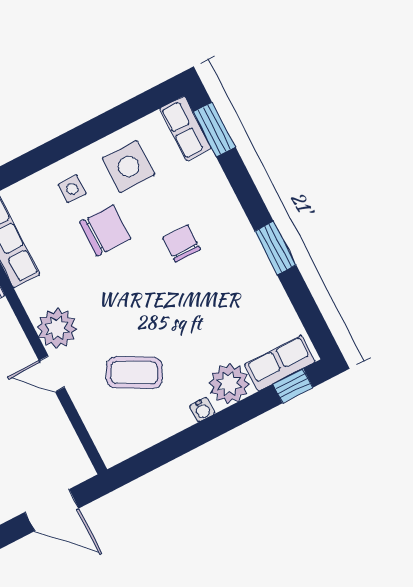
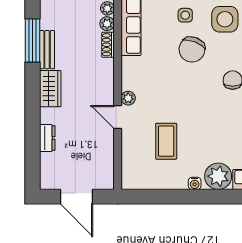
chair: (105, 230) -> (192, 49), turned 111
plant: (57, 328) -> (128, 98), width x0.53, depth x0.53
coffee table: (134, 373) -> (166, 141), turned 62

